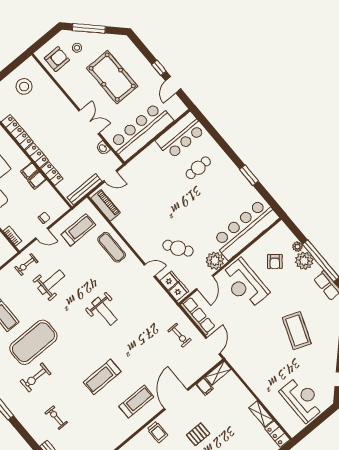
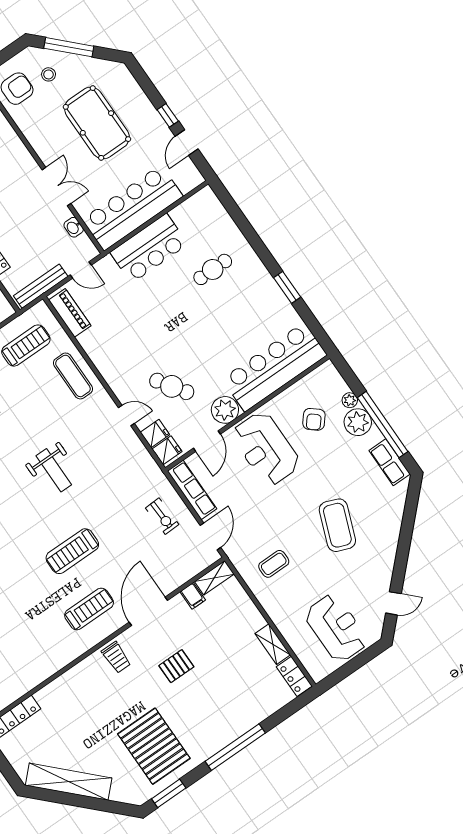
bar counter: (181, 136) -> (149, 248), moved
coffee table: (257, 360) -> (274, 564), added
treadmill: (102, 377) -> (72, 551), moved

